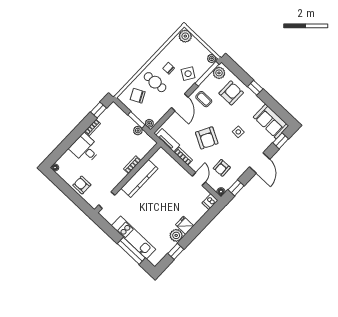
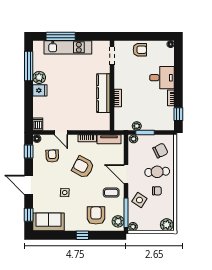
armchair: (231, 93) -> (96, 215), turned 180
window: (176, 251) -> (29, 66), width x2.17

